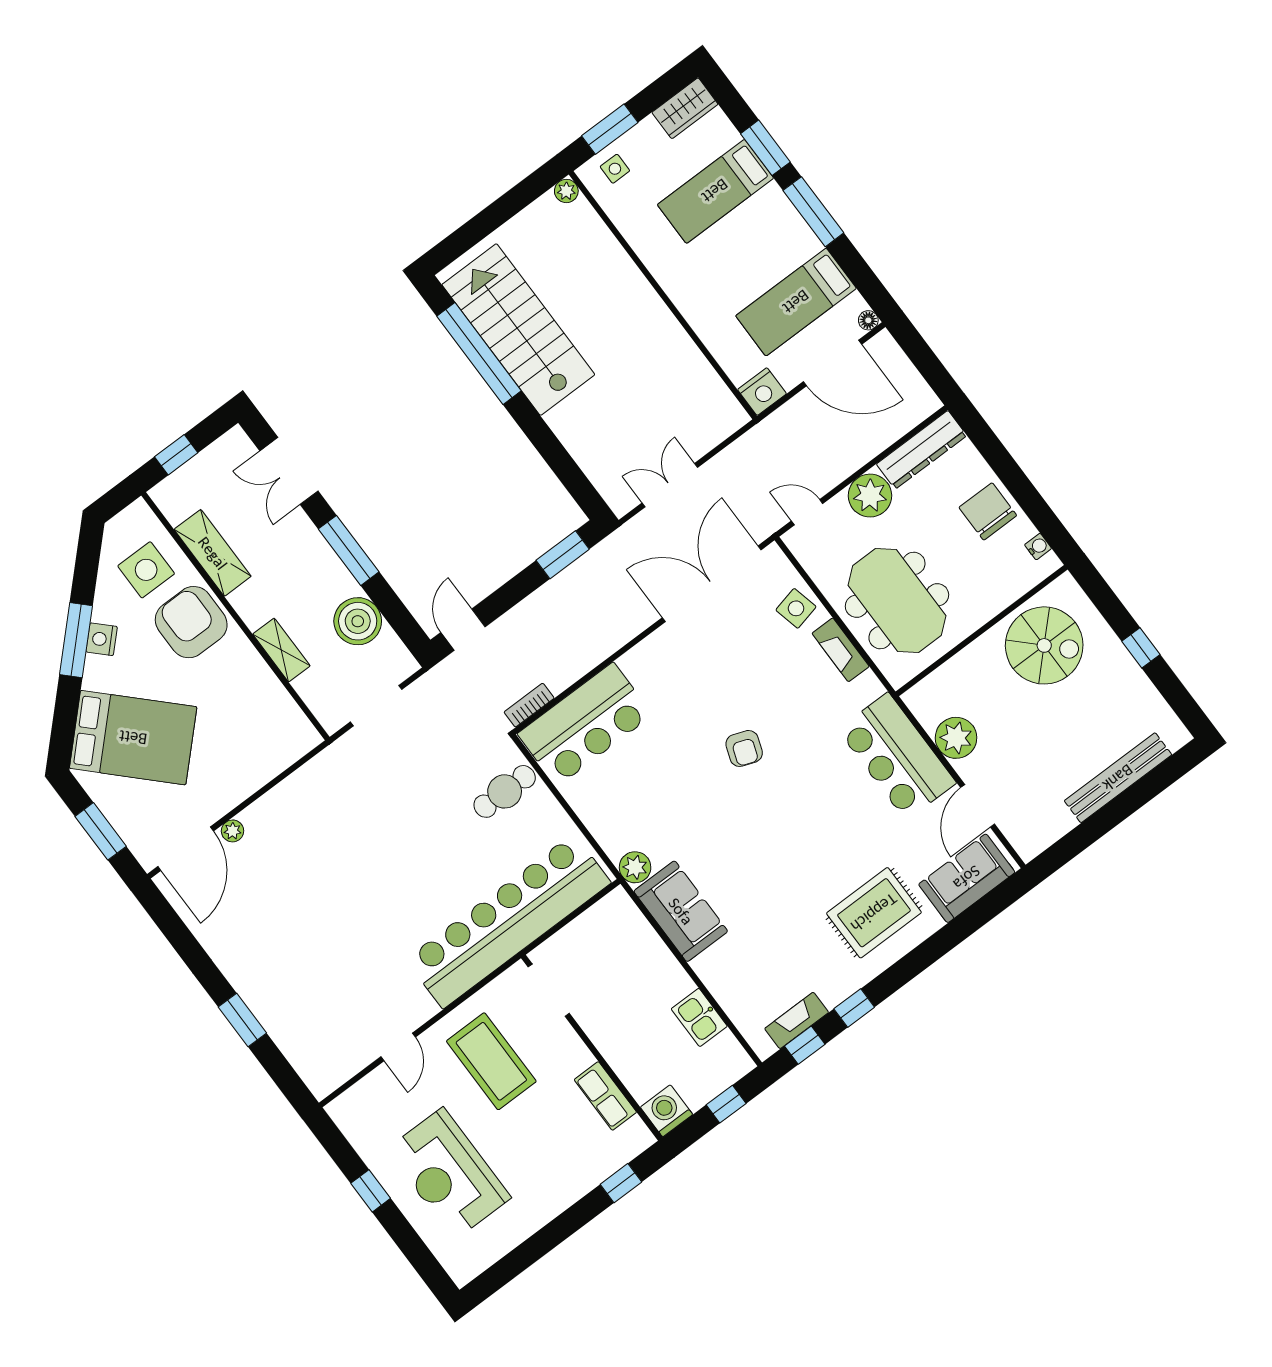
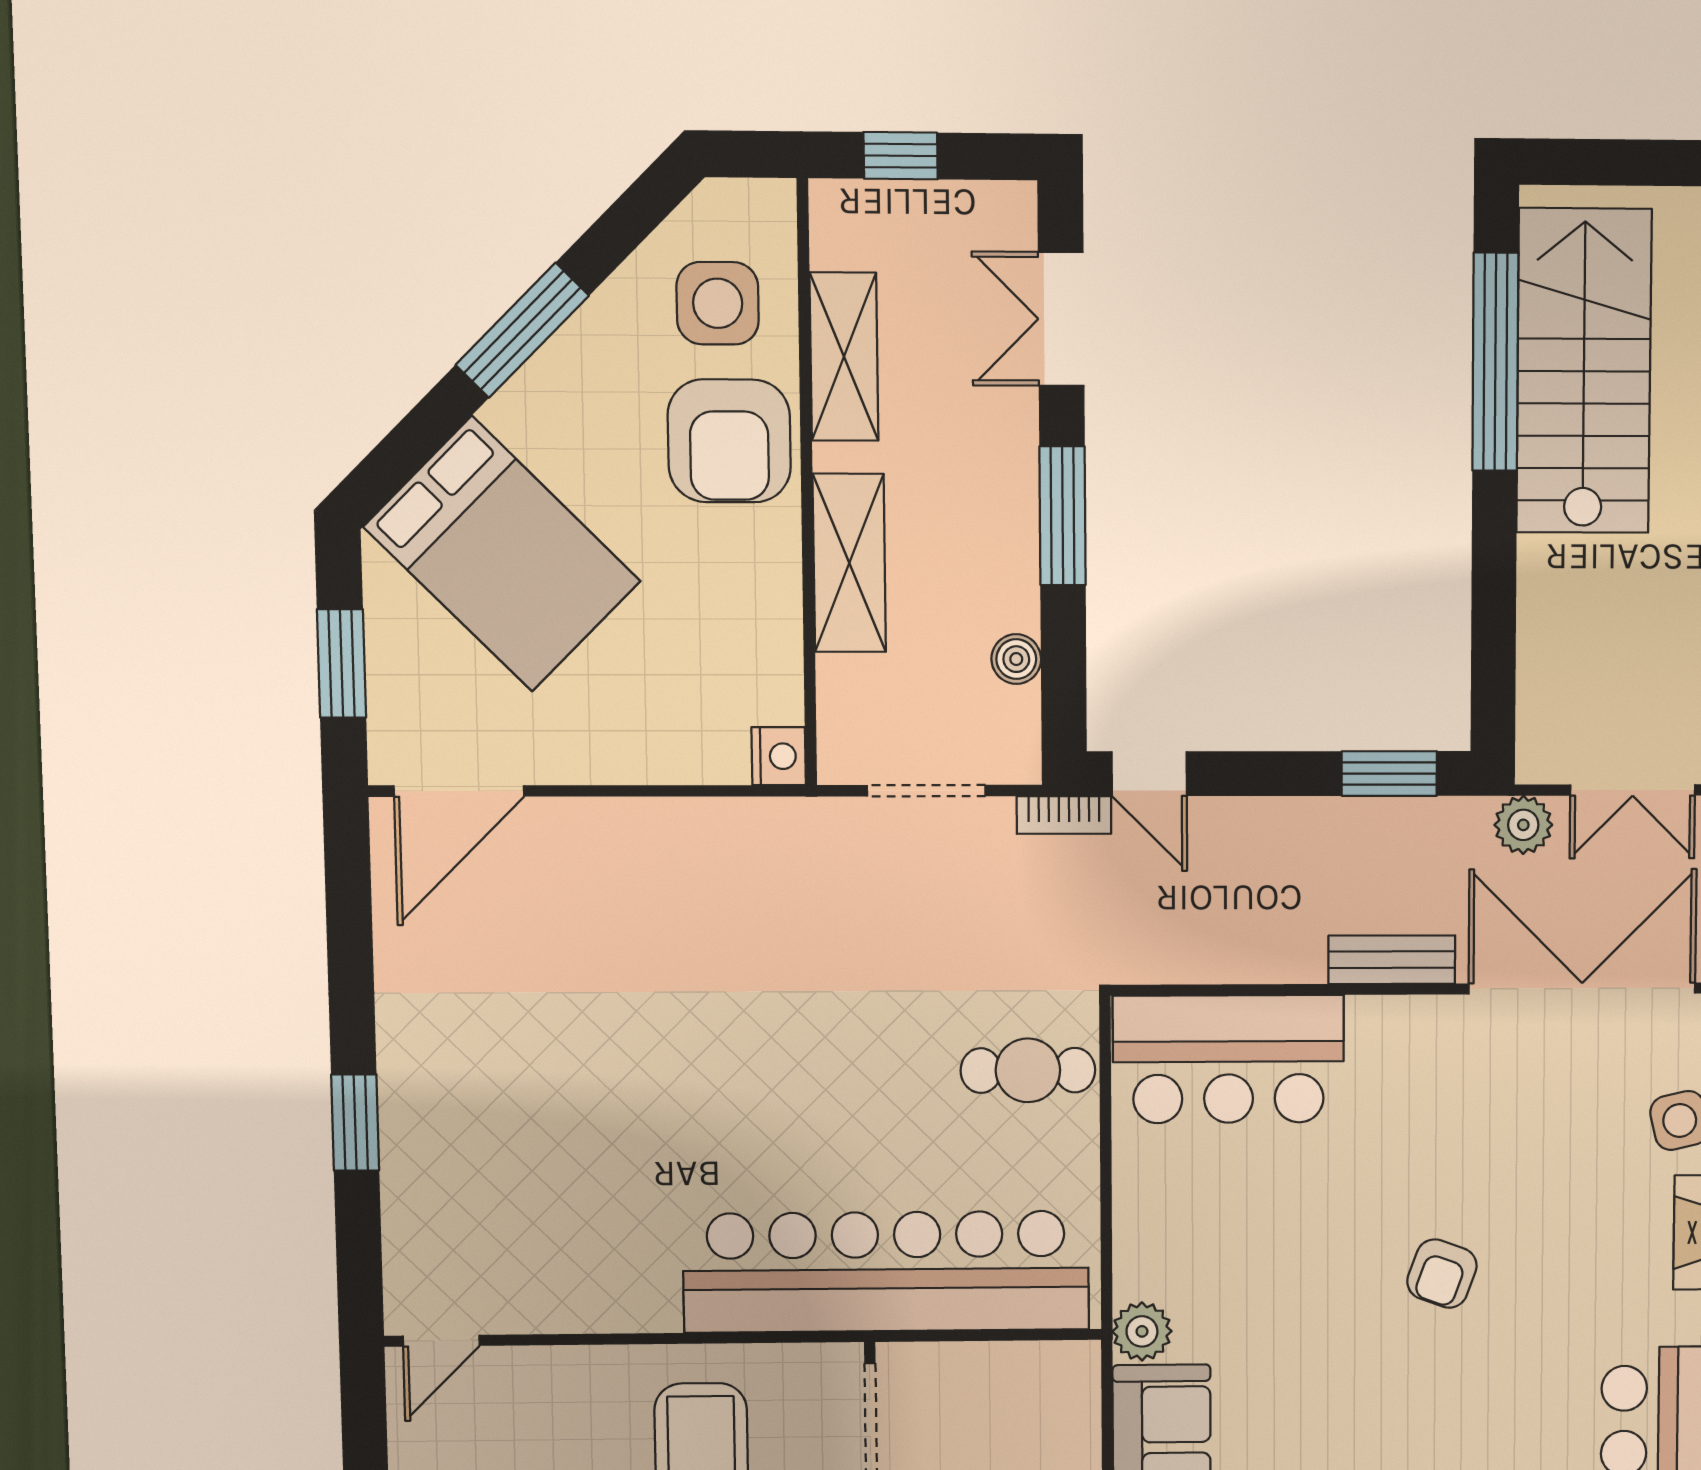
double door: (670, 485) -> (1633, 790), swing flipped
boiler: (358, 621) -> (1016, 659), width x0.54, depth x0.54
armchair: (191, 622) -> (729, 441), turned 180
door: (463, 630) -> (1149, 774), swing flipped
bench: (622, 631) -> (1392, 960), added
nightstand: (102, 639) -> (779, 756), moved, turned 135
shelving: (281, 650) -> (849, 563), width x1.50, depth x1.33
bookcase: (529, 705) -> (1064, 815), moved, turned 180
plant: (233, 831) -> (1523, 825), moved, width x1.38, depth x1.38
door: (398, 1047) -> (441, 1341), moved

